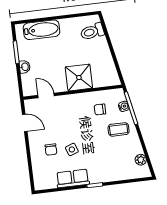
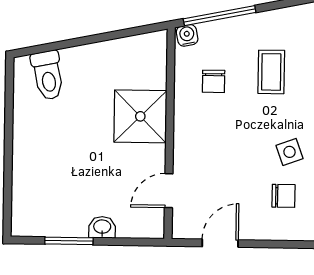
bathtub: (42, 30) -> (29, 181), removed
water cooler: (124, 106) -> (187, 35), moved
coffee table: (119, 129) -> (271, 72), moved

